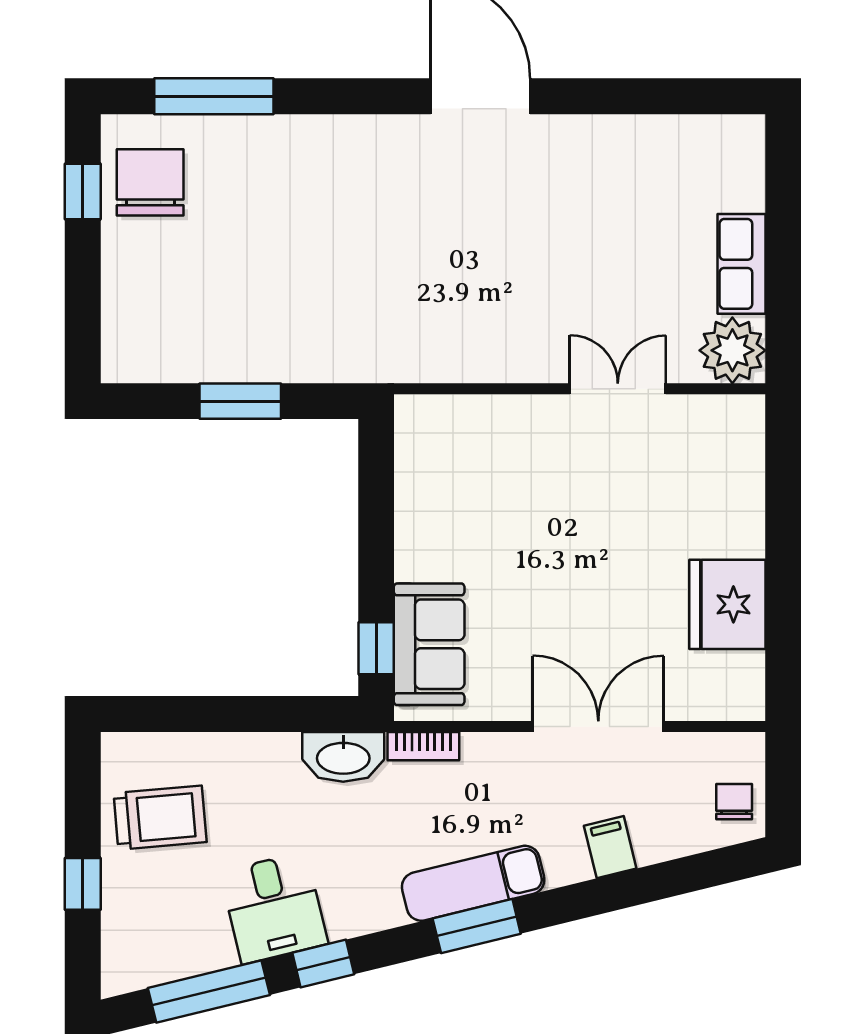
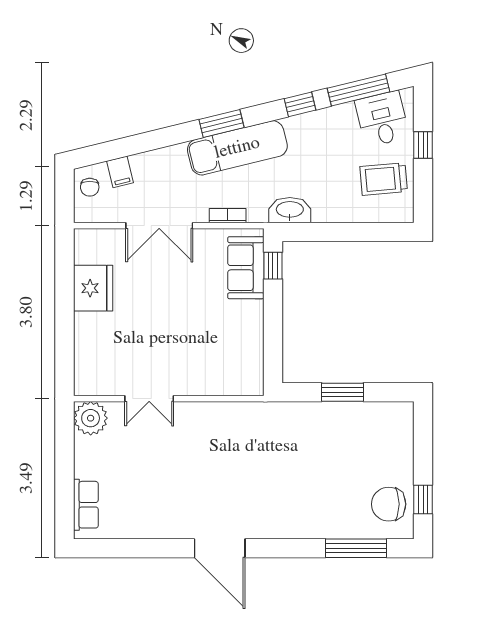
chair: (150, 182) -> (389, 504), turned 90
row of seats: (742, 264) -> (86, 505), moved
bookcase: (423, 746) -> (228, 216), moved
filing cabinet: (610, 847) -> (120, 172), moved
exam couch: (473, 883) -> (237, 148), width x1.36, depth x1.45
desk: (274, 908) -> (382, 119), moved

